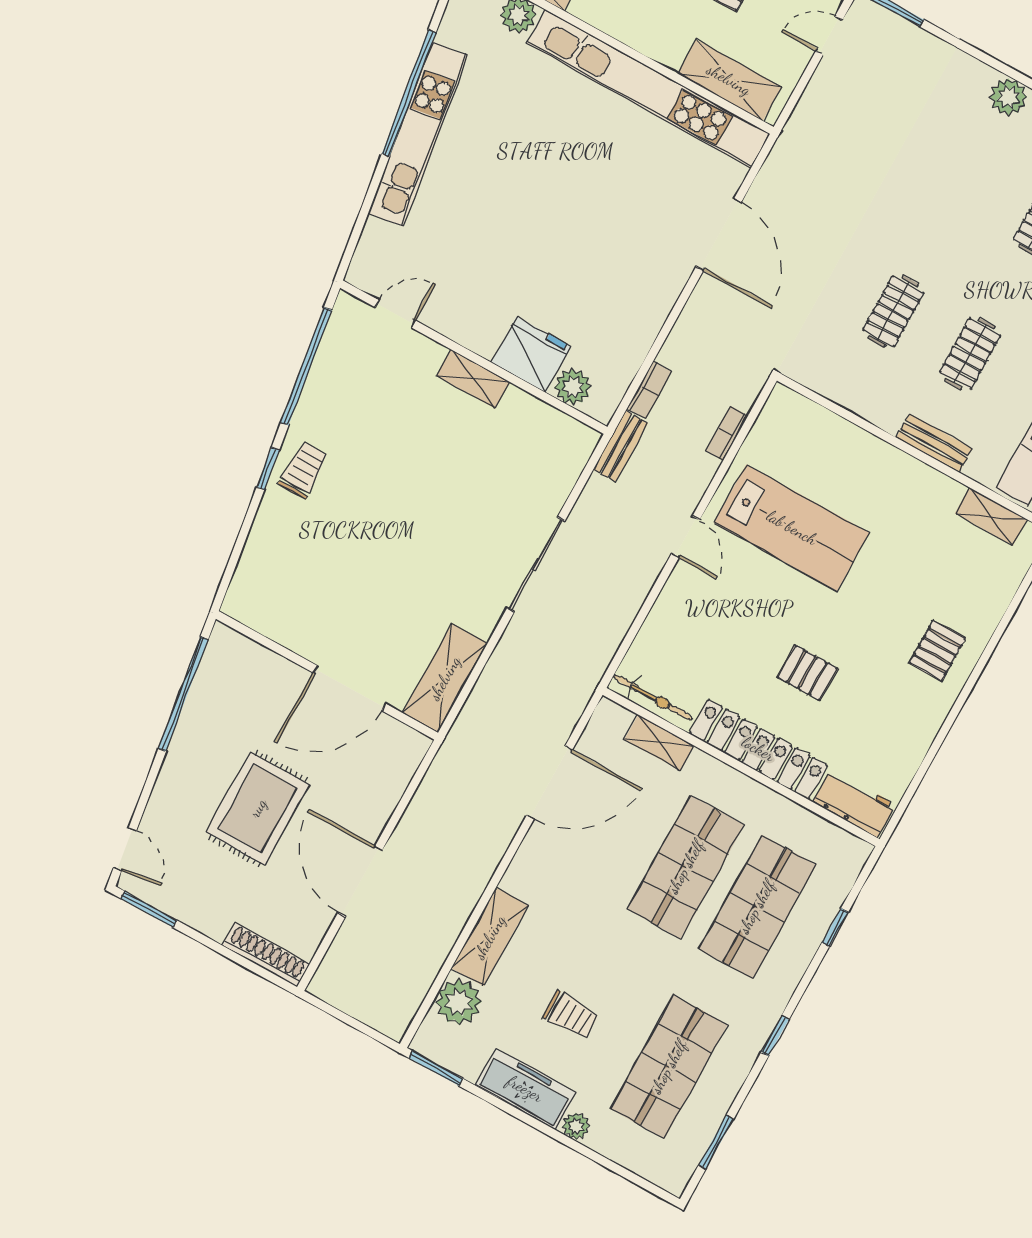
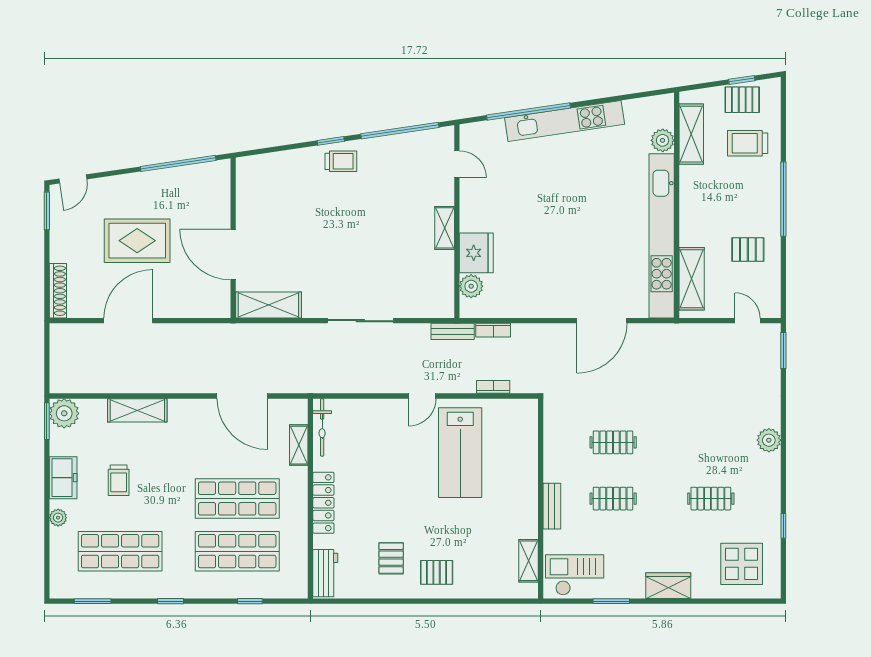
window: (409, 93) -> (529, 112), moved
pallet: (807, 673) -> (391, 558), moved
locker: (758, 749) -> (323, 503), width x0.71, depth x0.83
plant: (459, 1002) -> (64, 413), moved
freezer: (525, 1089) -> (63, 478), width x0.71

